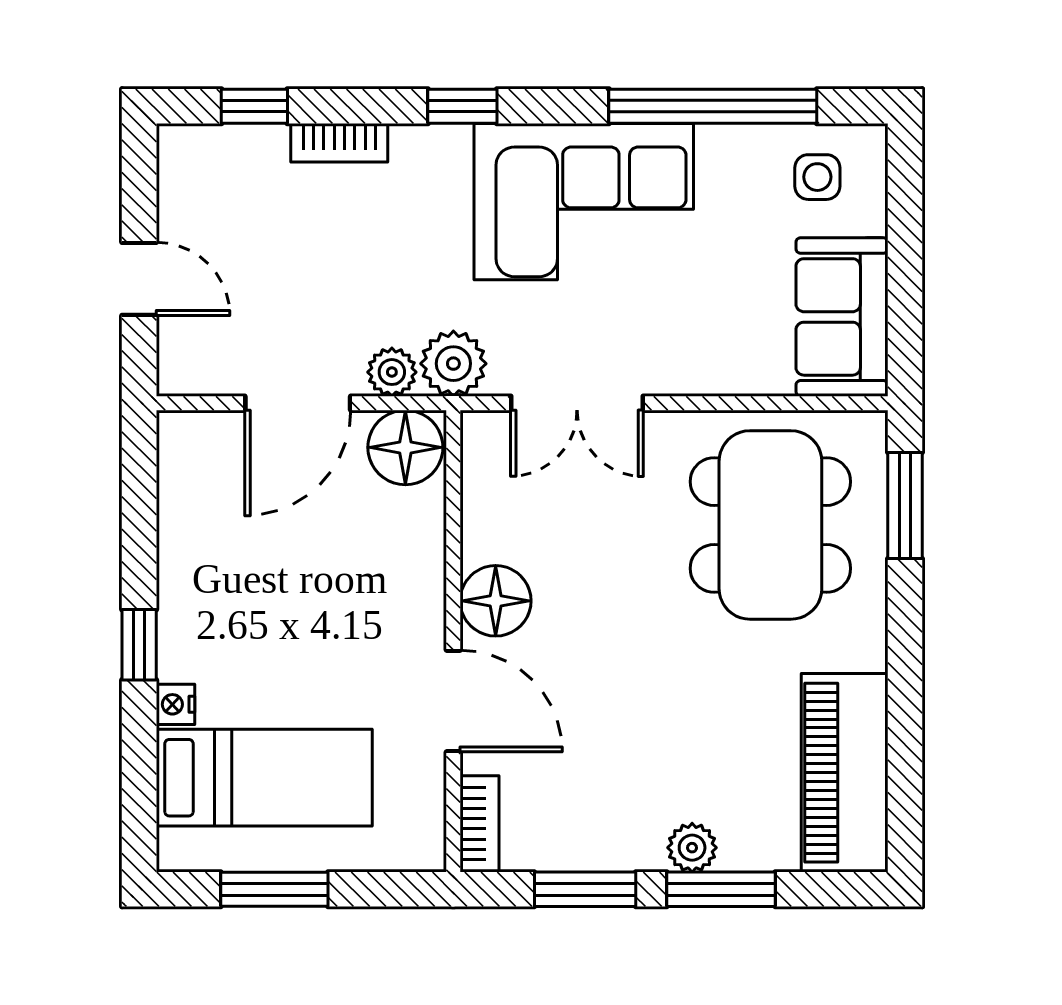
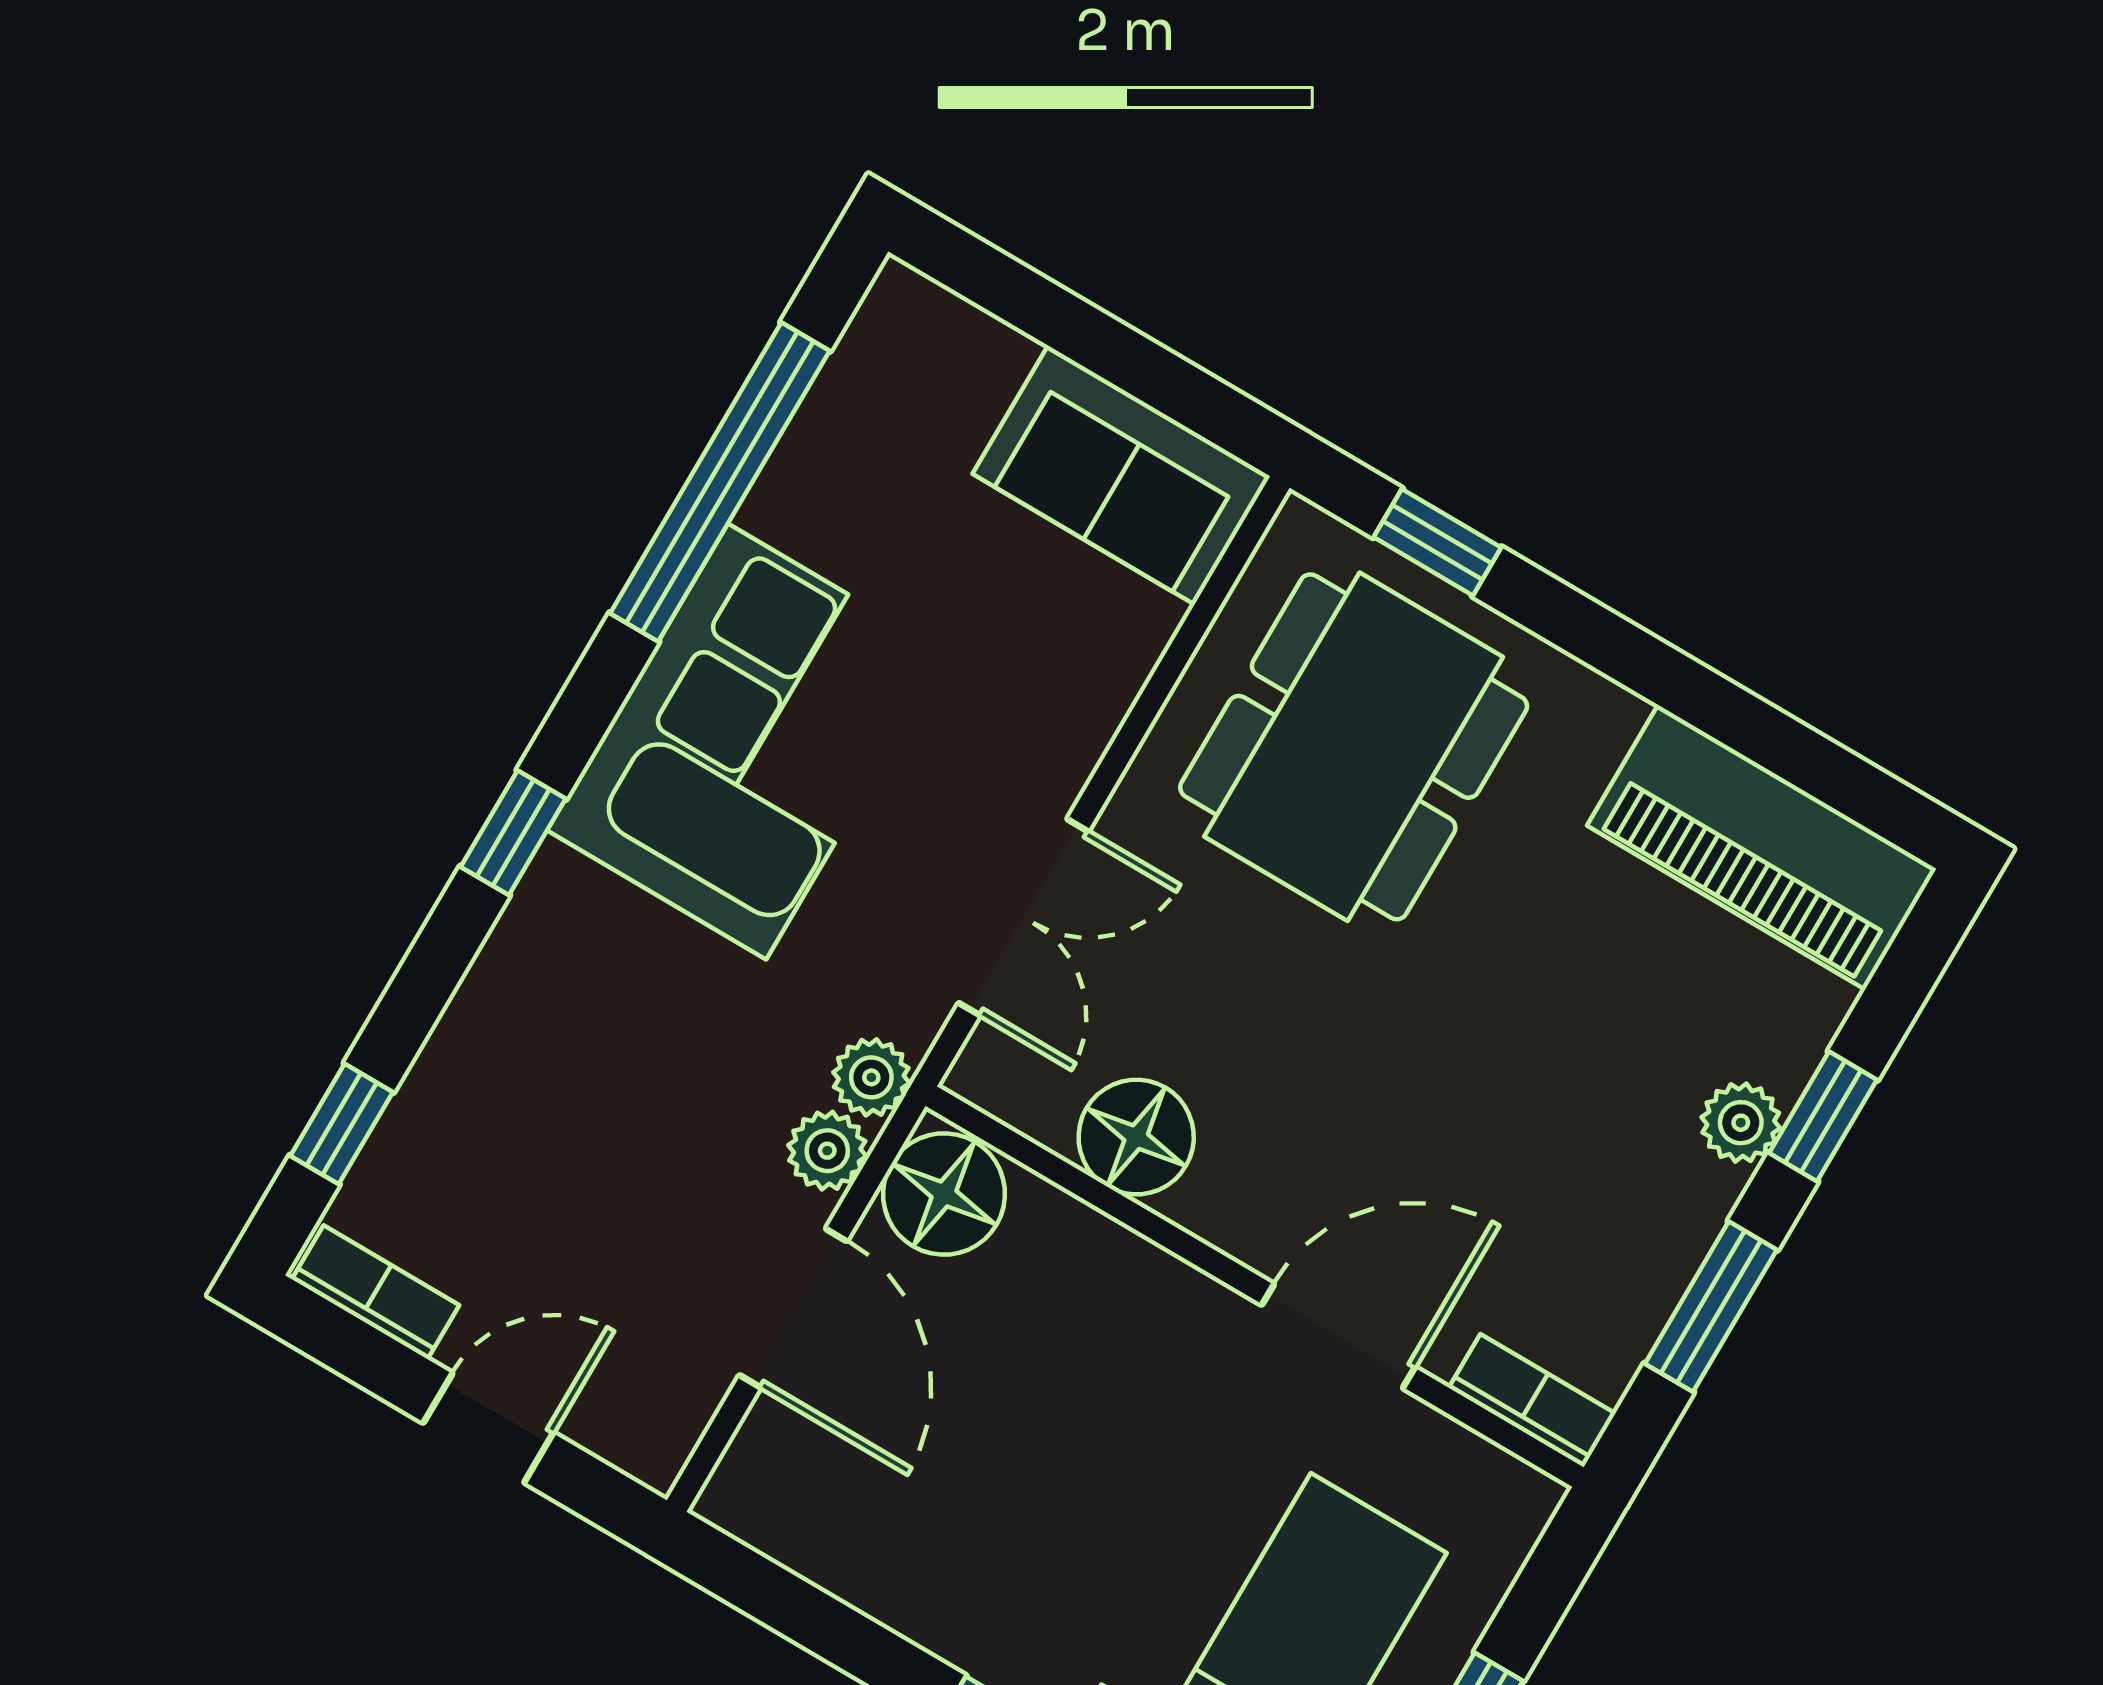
bookcase: (339, 143) -> (375, 1292), moved, turned -90
side table: (817, 177) -> (905, 394), removed
plant: (453, 364) -> (871, 1077), width x0.73, depth x0.73
window: (905, 506) -> (1437, 542), width x0.67
dining table: (770, 525) -> (1354, 747), turned 90
floor lamp: (496, 601) -> (1136, 1137), moved
window: (721, 889) -> (1823, 1116), width x0.67

